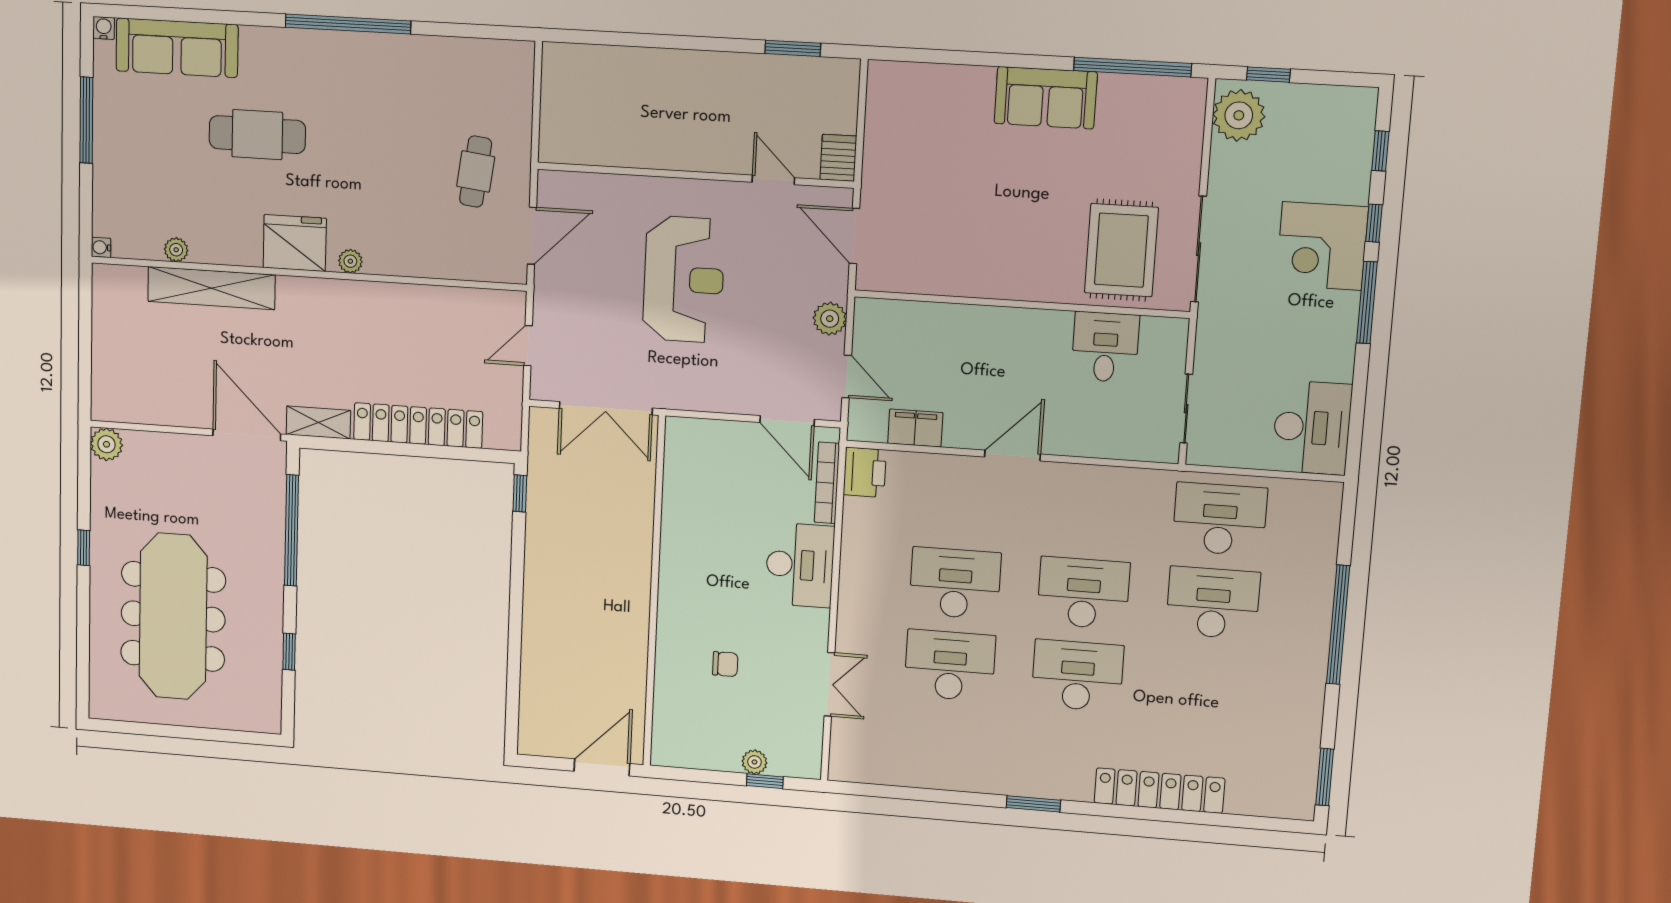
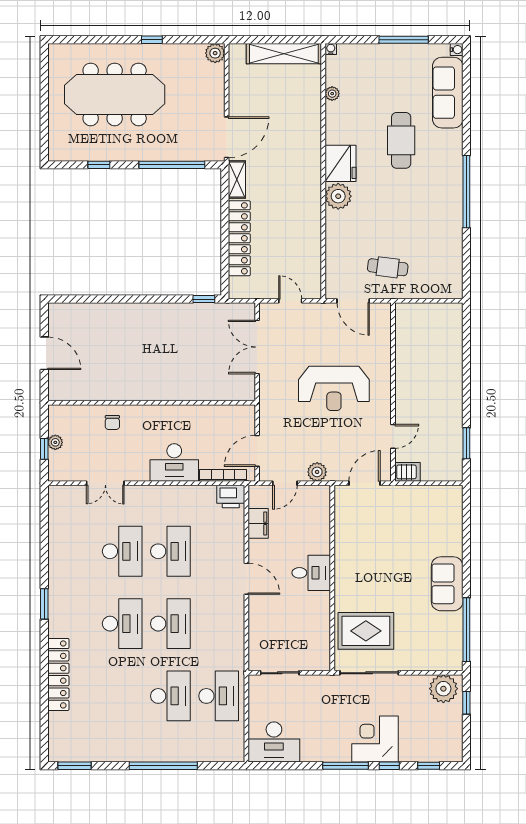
plant: (350, 261) -> (338, 196), width x1.87, depth x1.87
shelving: (211, 288) -> (284, 54), moved, turned 90
desk: (1105, 347) -> (311, 573), moved
wall: (654, 592) -> (152, 403), moved

